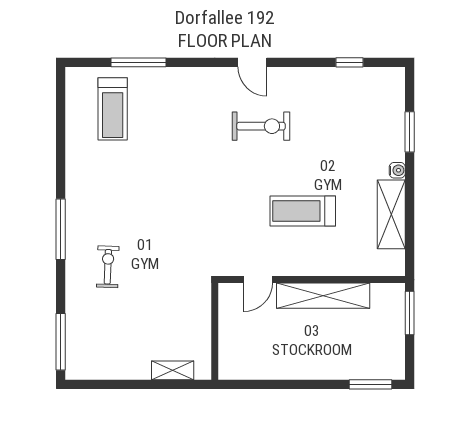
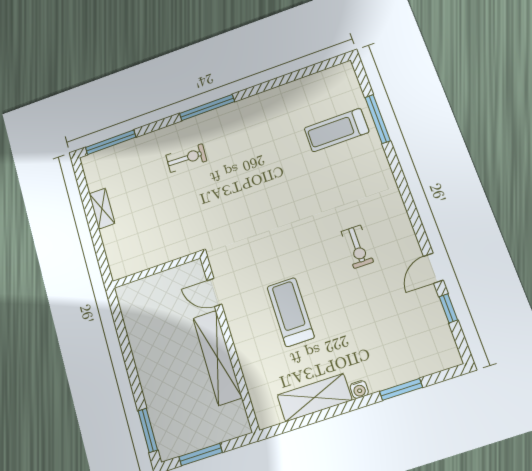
door: (252, 62) -> (433, 268), moved
treadmill: (113, 109) -> (337, 130), moved
exercise bike: (261, 126) -> (357, 247), width x0.73, depth x0.72
window: (410, 313) -> (201, 455), moved
shelving: (173, 370) -> (102, 209), moved

